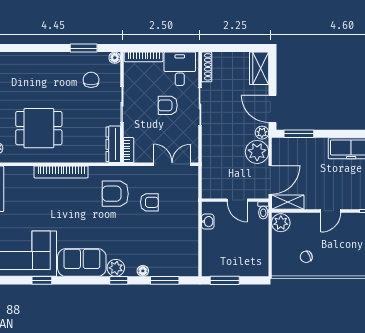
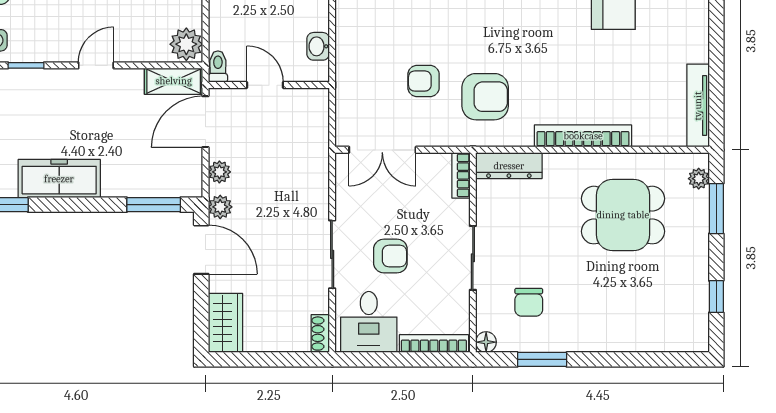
shoe rack: (207, 67) -> (320, 334), width x0.70
dresser: (113, 144) -> (509, 166), moved, turned 90
plant: (257, 152) -> (219, 172), width x0.53, depth x0.53

